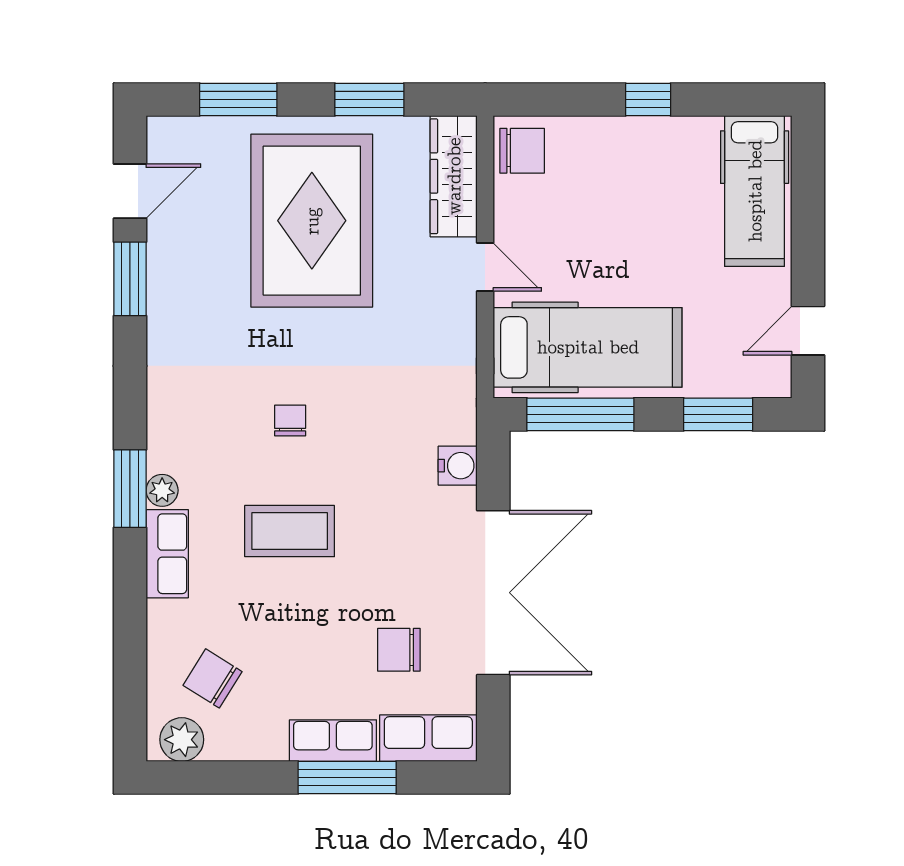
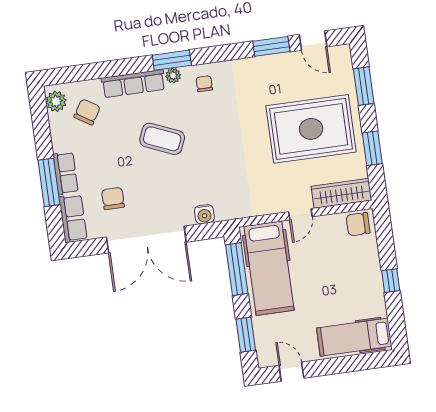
chair: (522, 151) -> (358, 224), turned 90
chair: (290, 420) -> (204, 84), moved, turned -90
coffee table: (290, 531) -> (162, 139), turned -67
row of seats: (167, 554) -> (133, 84), width x1.48

